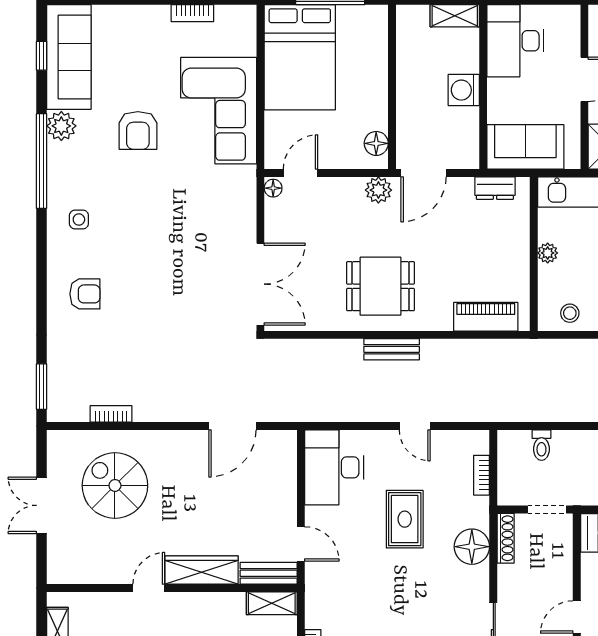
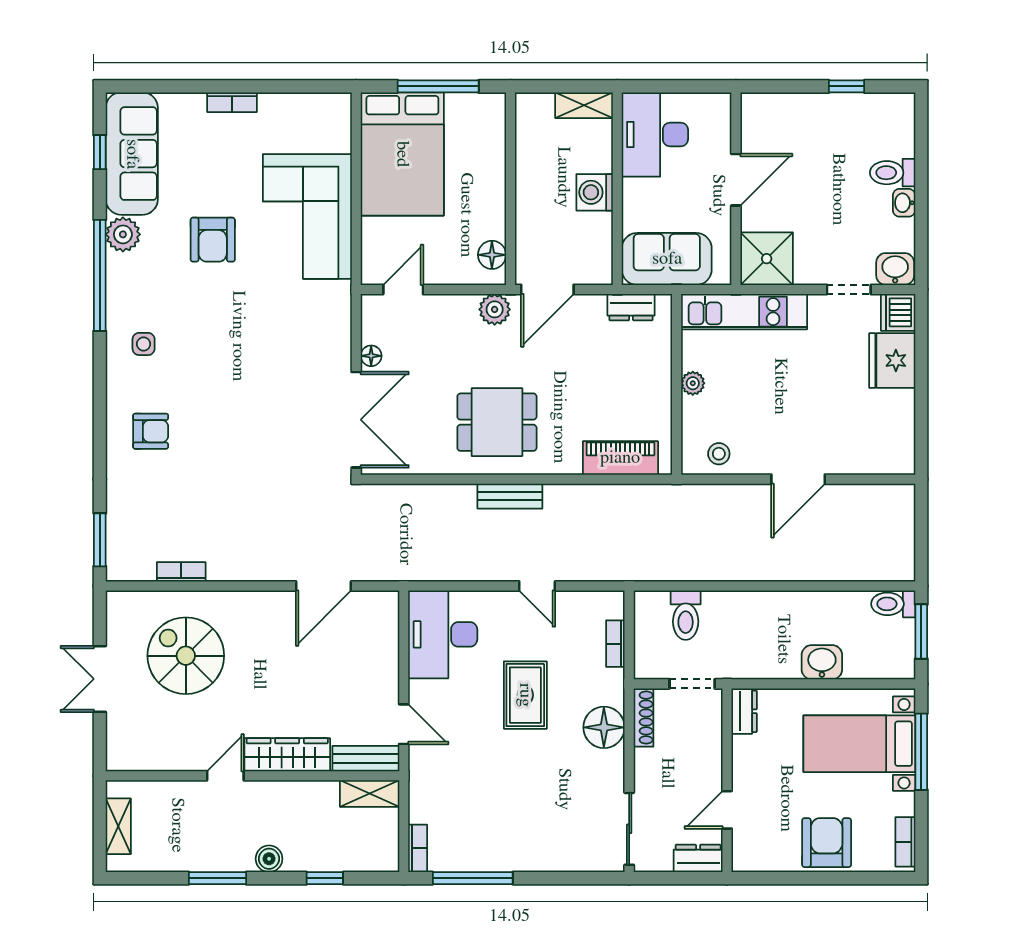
bookcase: (192, 13) -> (232, 102), moved
floor lamp: (273, 188) -> (371, 356), moved
toilet: (541, 445) -> (686, 615), width x1.37, depth x1.39

